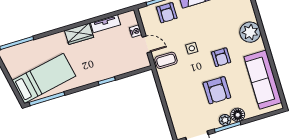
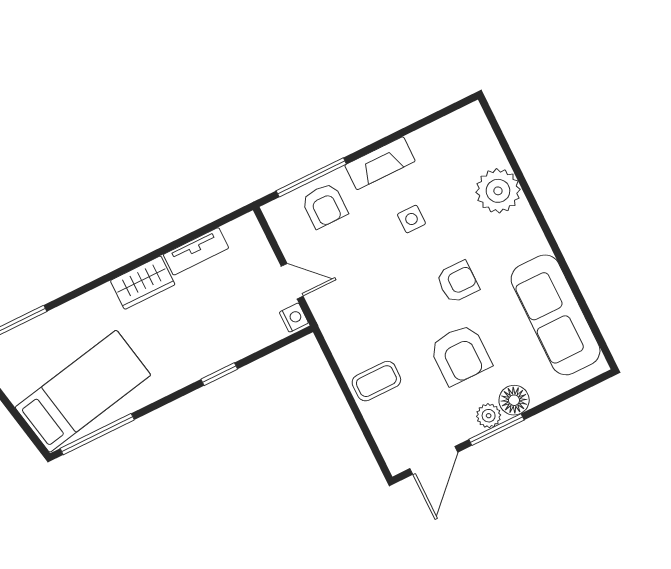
nightstand: (136, 31) -> (294, 318), moved
plant: (250, 32) -> (498, 191), moved
side table: (192, 48) -> (411, 219), moved
armchair: (221, 57) -> (458, 282), turned -90
coffee table: (166, 60) -> (376, 381), moved

